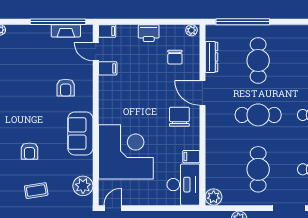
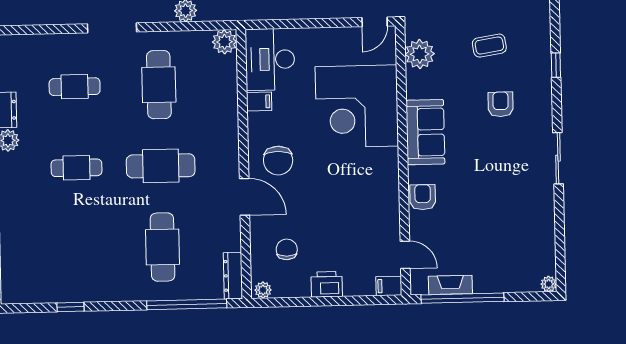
dresser: (211, 57) -> (233, 276), moved
filing cabinet: (108, 68) -> (387, 230), removed
armchair: (66, 88) -> (423, 197), moved

